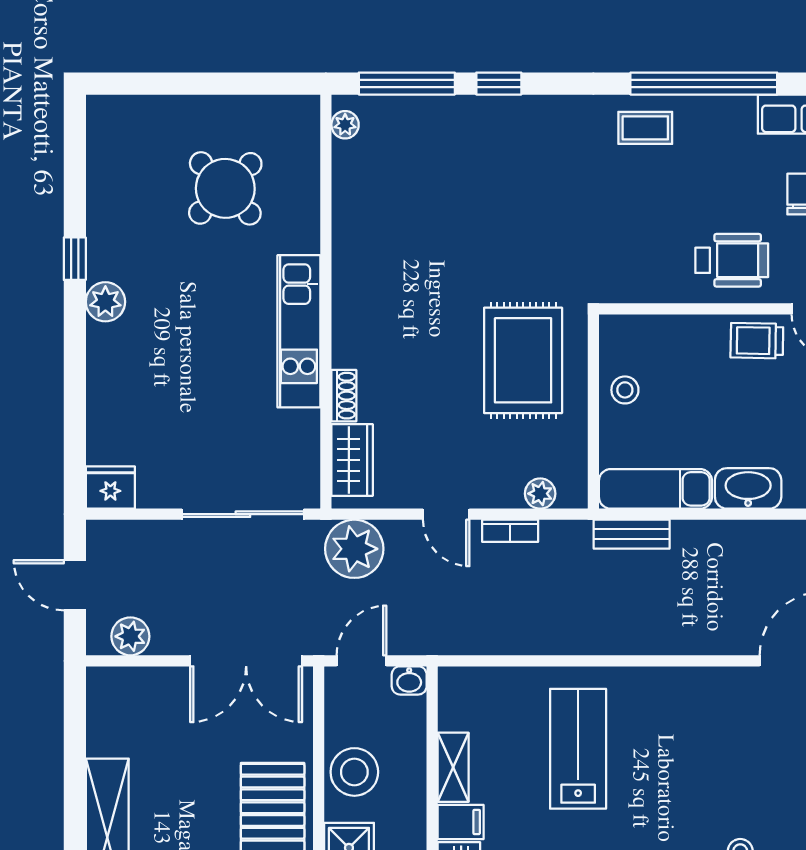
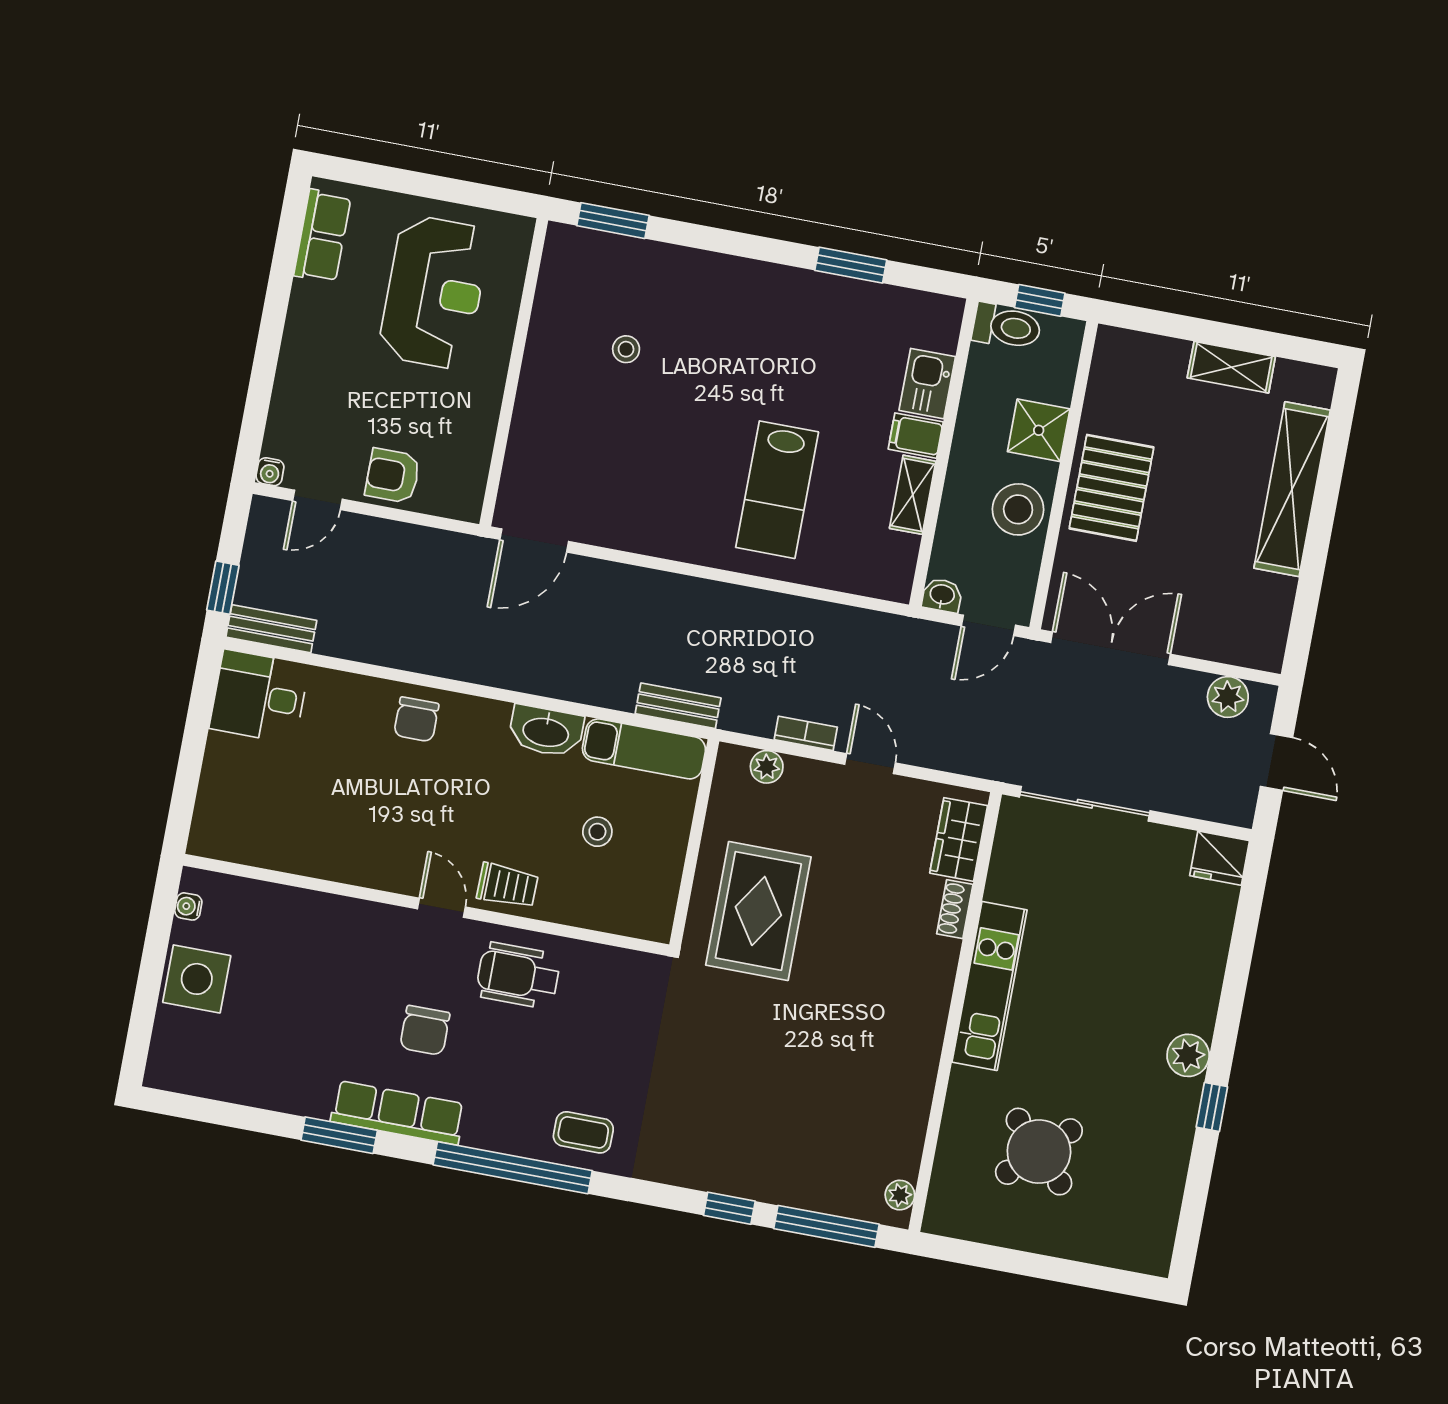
stool: (625, 390) -> (597, 832), moved
plant: (354, 549) -> (974, 745), removed

